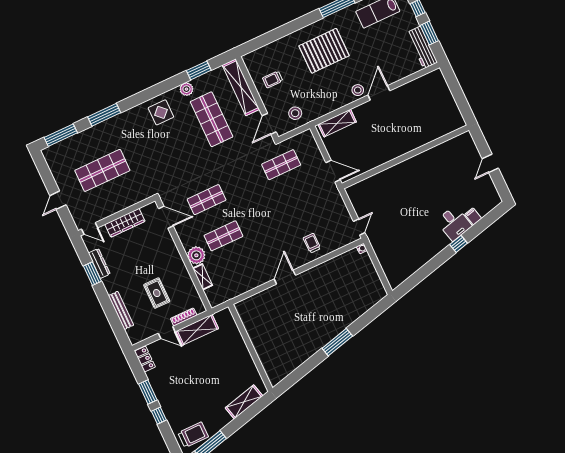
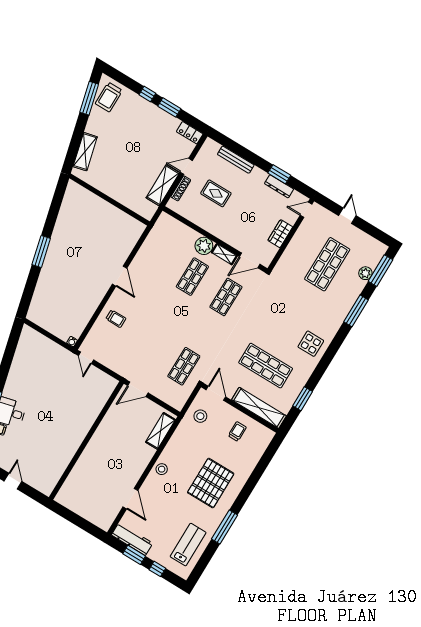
plant: (186, 89) -> (365, 273), moved
door: (379, 93) -> (130, 499), moved
wardrobe: (125, 223) -> (280, 234), width x0.67
shelving: (203, 277) -> (224, 254), moved

